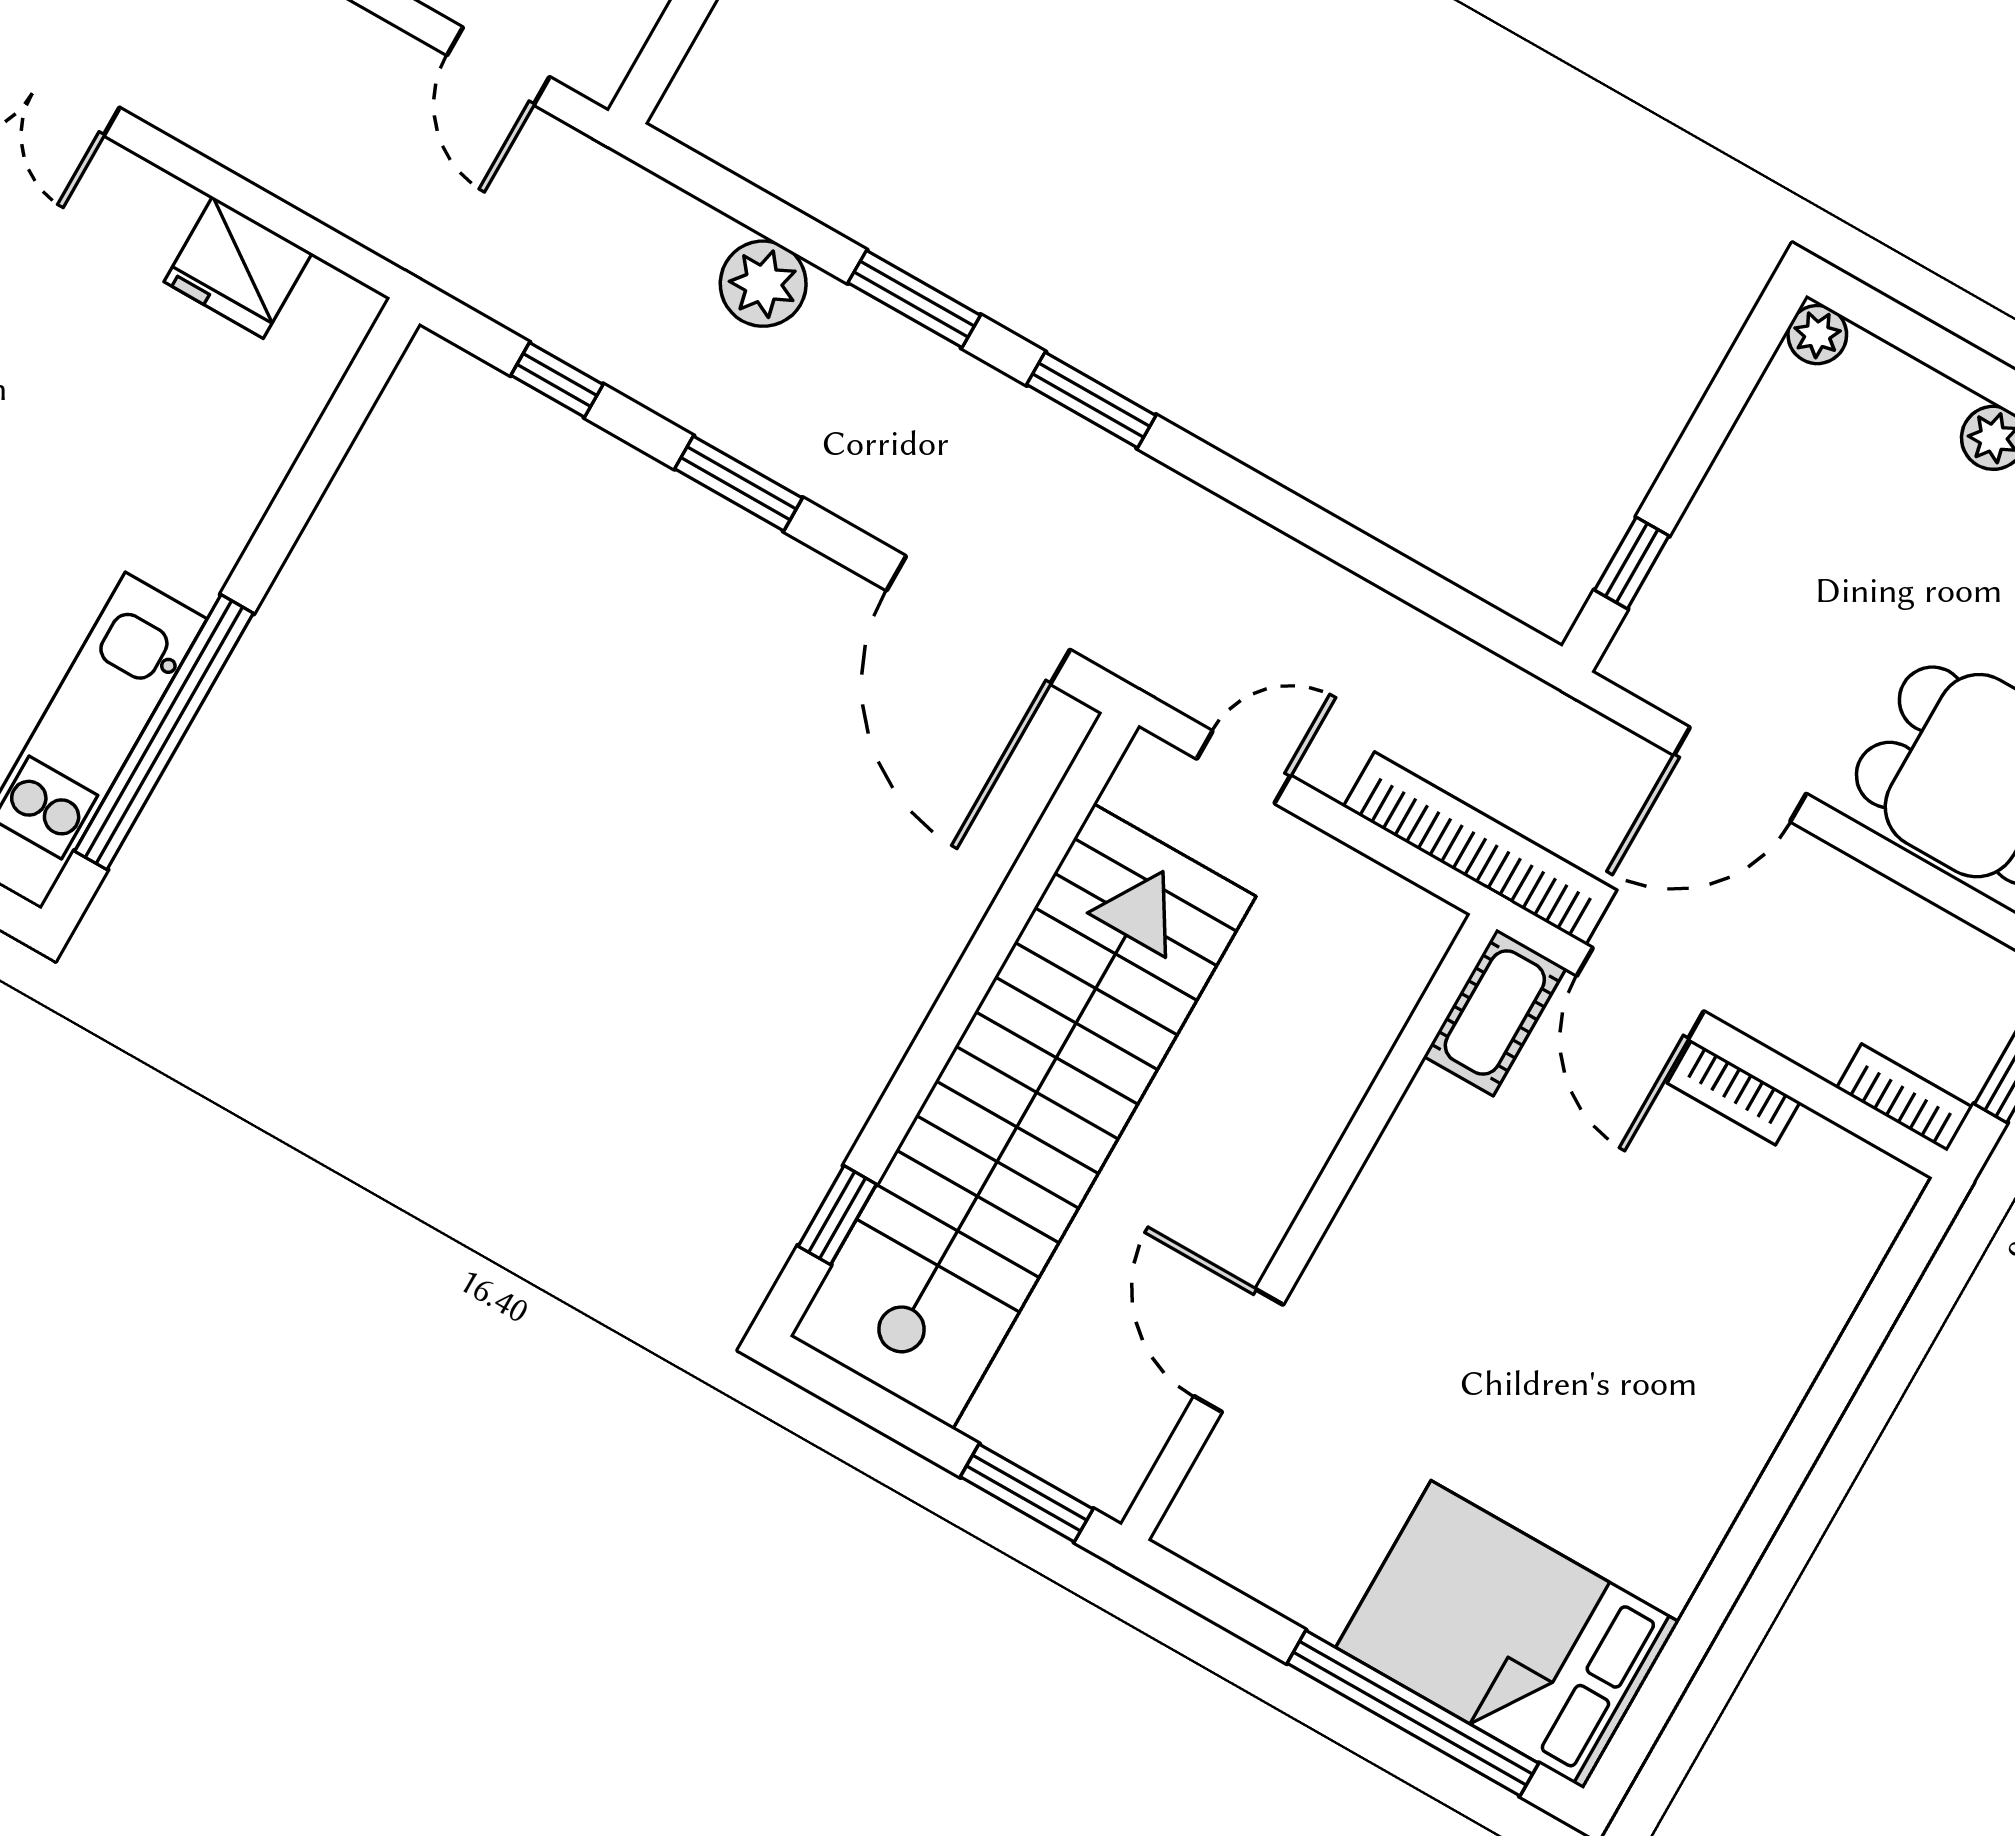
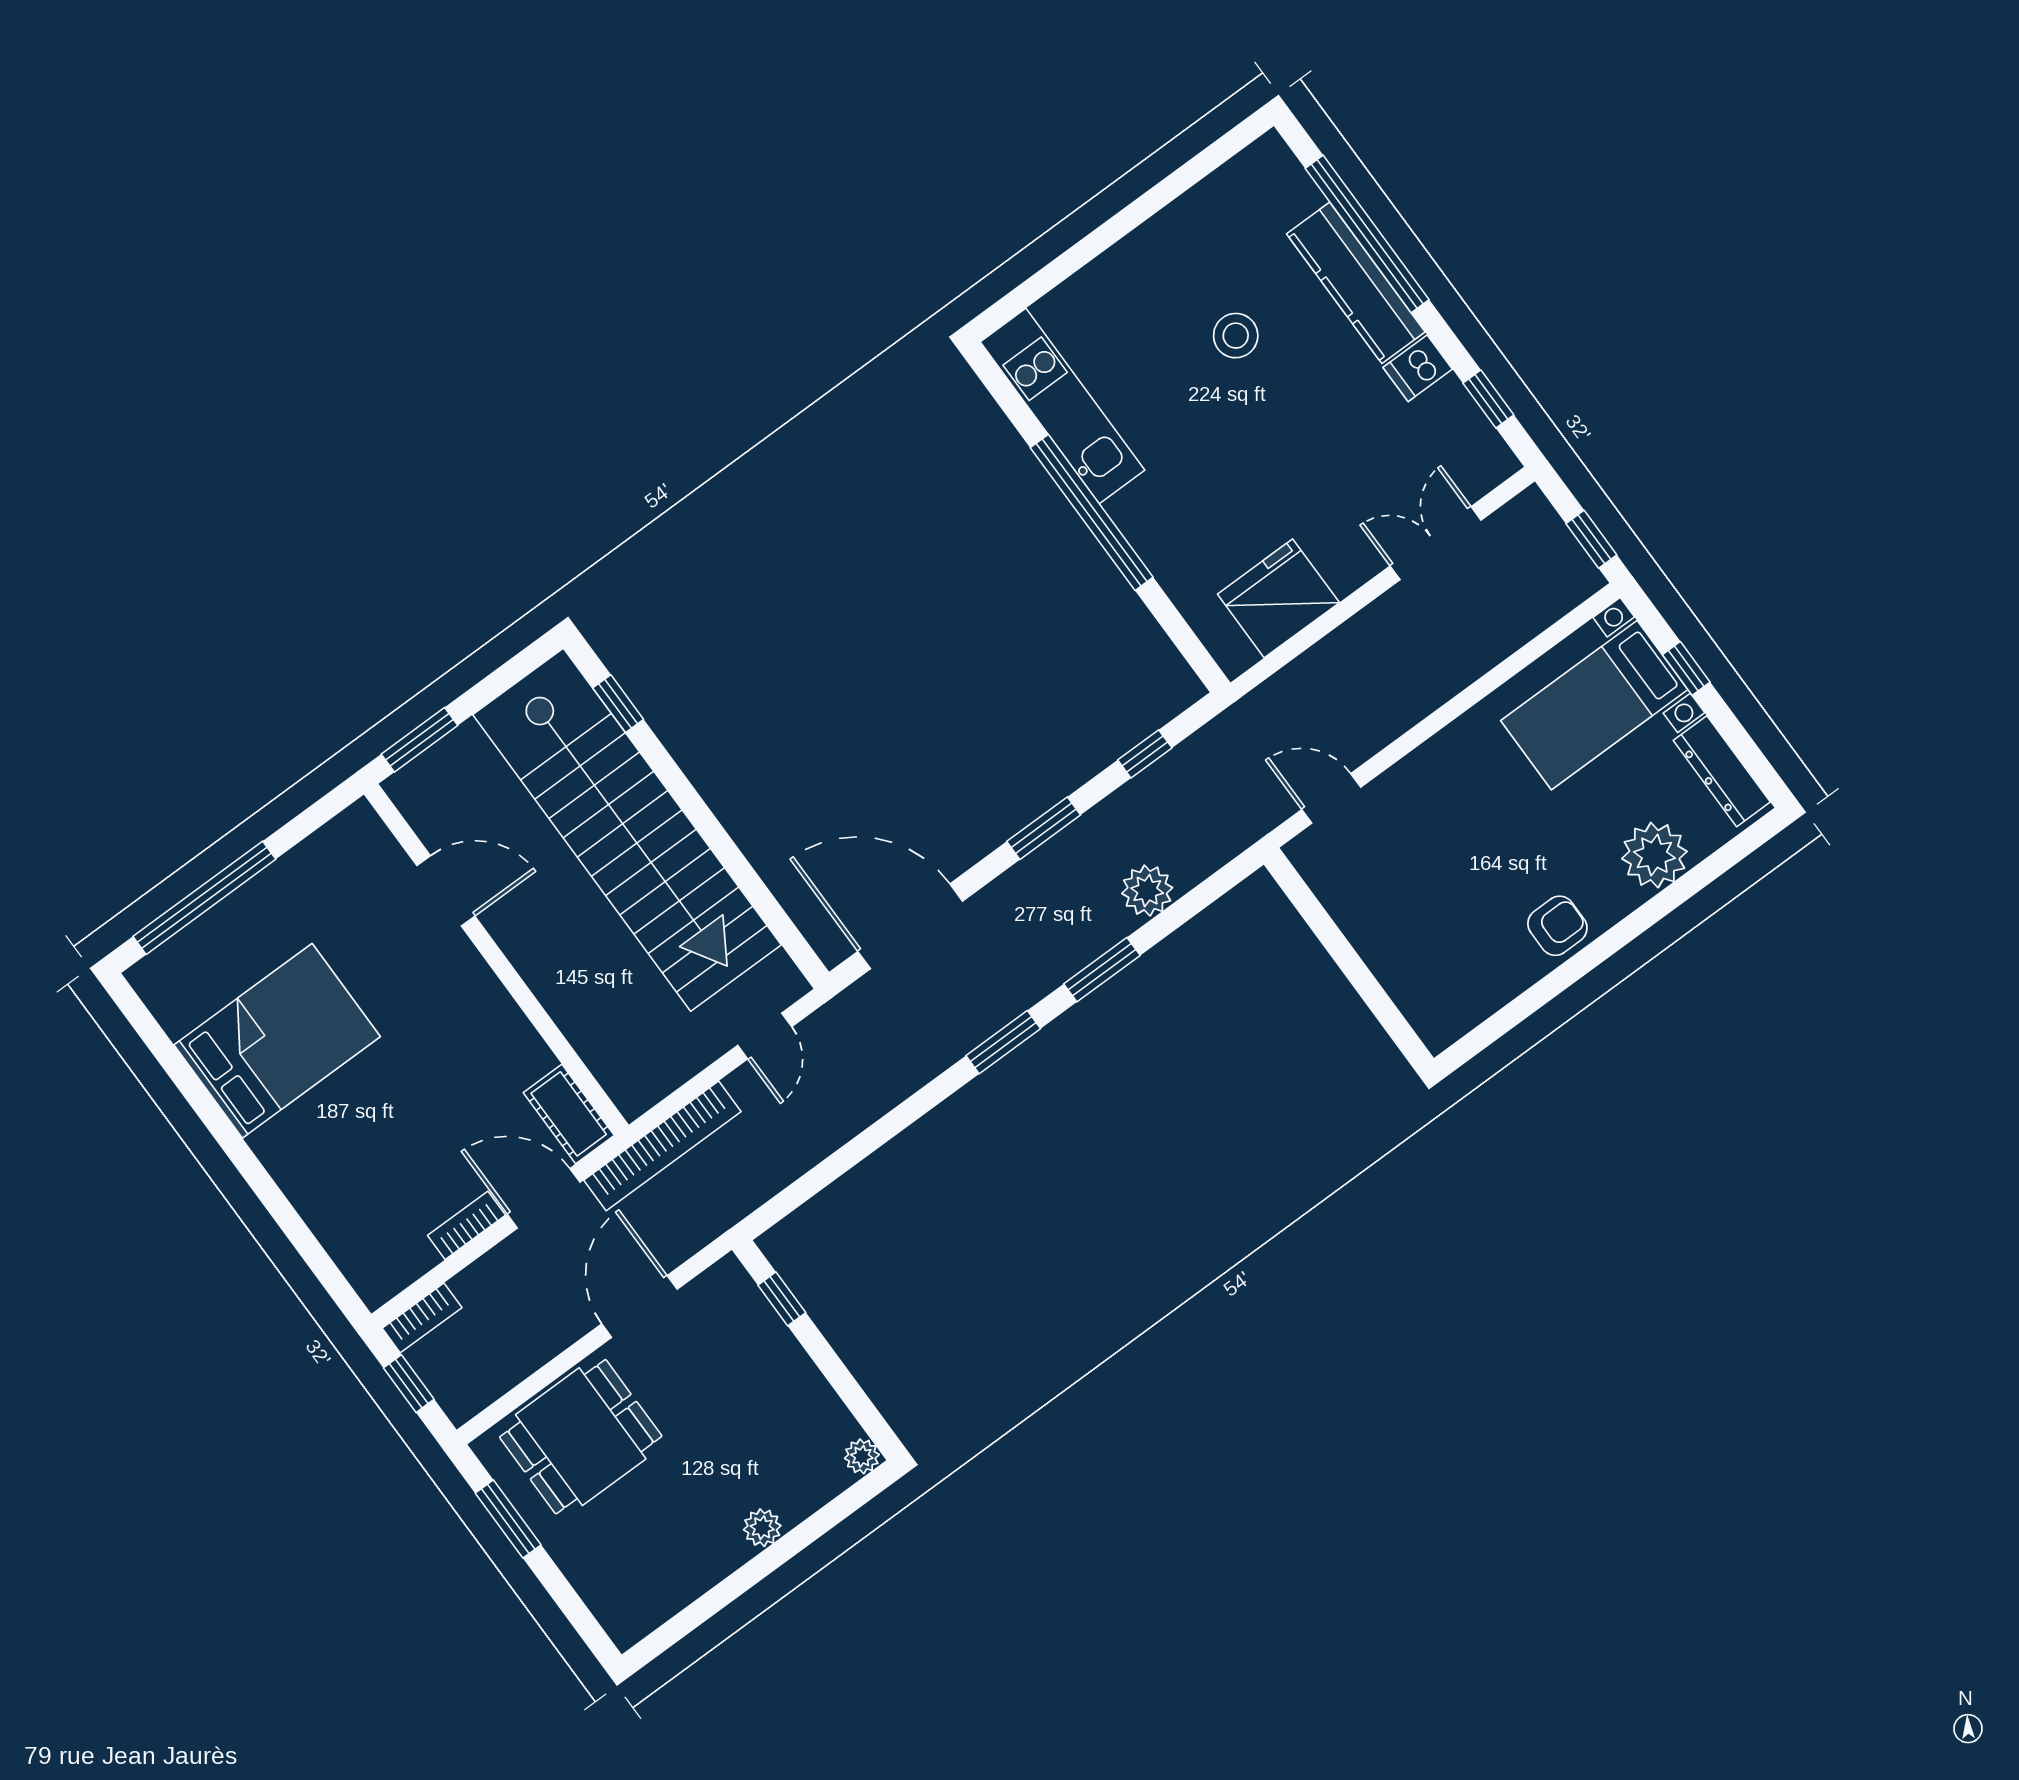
fridge: (238, 267) -> (1278, 598), width x1.36, depth x1.34
window: (164, 732) -> (1092, 512), moved
bed: (1507, 1635) -> (277, 1041), moved

